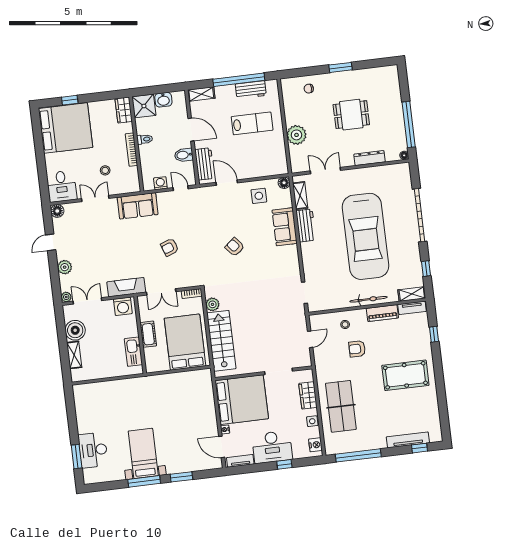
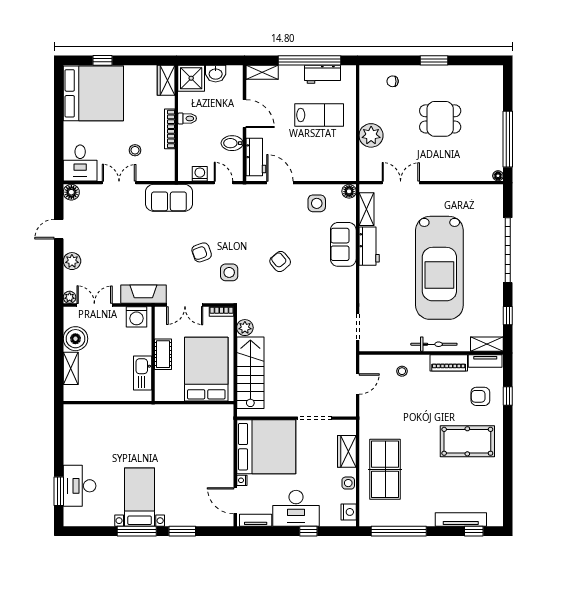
dresser: (370, 158) -> (456, 174), removed
side table: (194, 261) -> (229, 272), added
armchair: (357, 349) -> (480, 396), moved

